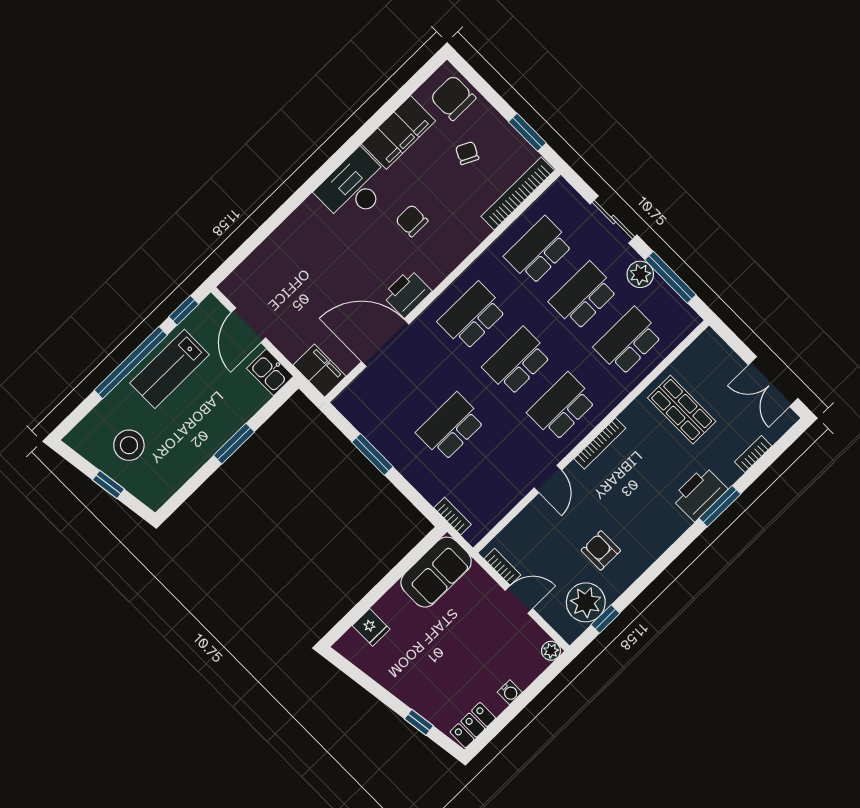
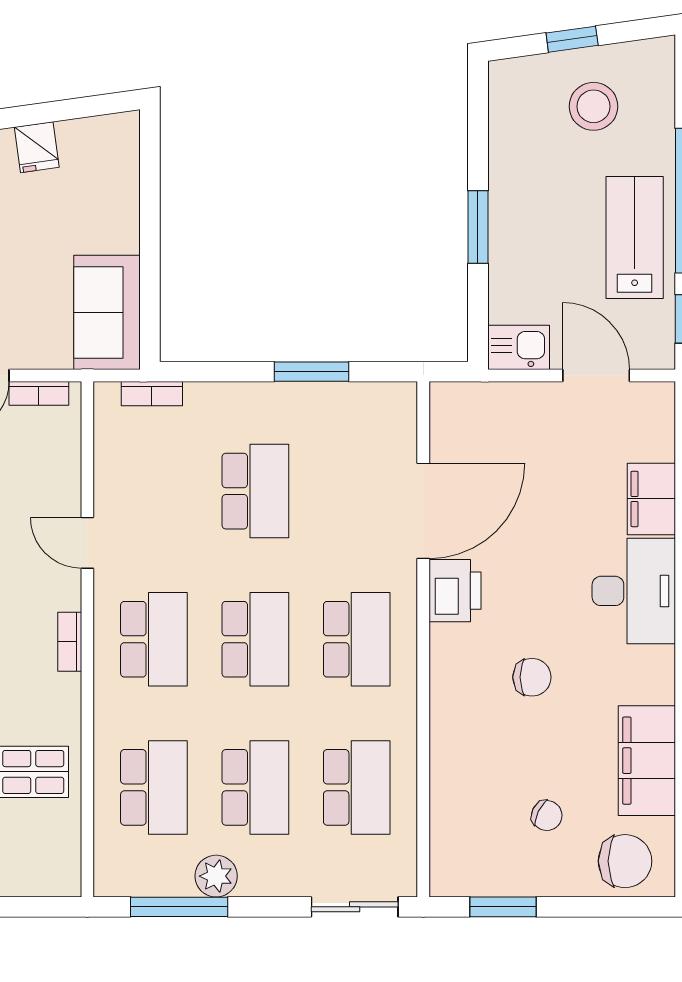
desk: (354, 187) -> (634, 591), moved
bookcase: (518, 193) -> (444, 828), removed
sliding door: (613, 220) -> (355, 907), moved
filing cabinet: (320, 371) -> (651, 499), moved, turned 90
bookcase: (600, 443) -> (70, 642), width x0.64
fridge: (371, 627) -> (37, 147), moved, turned -98

